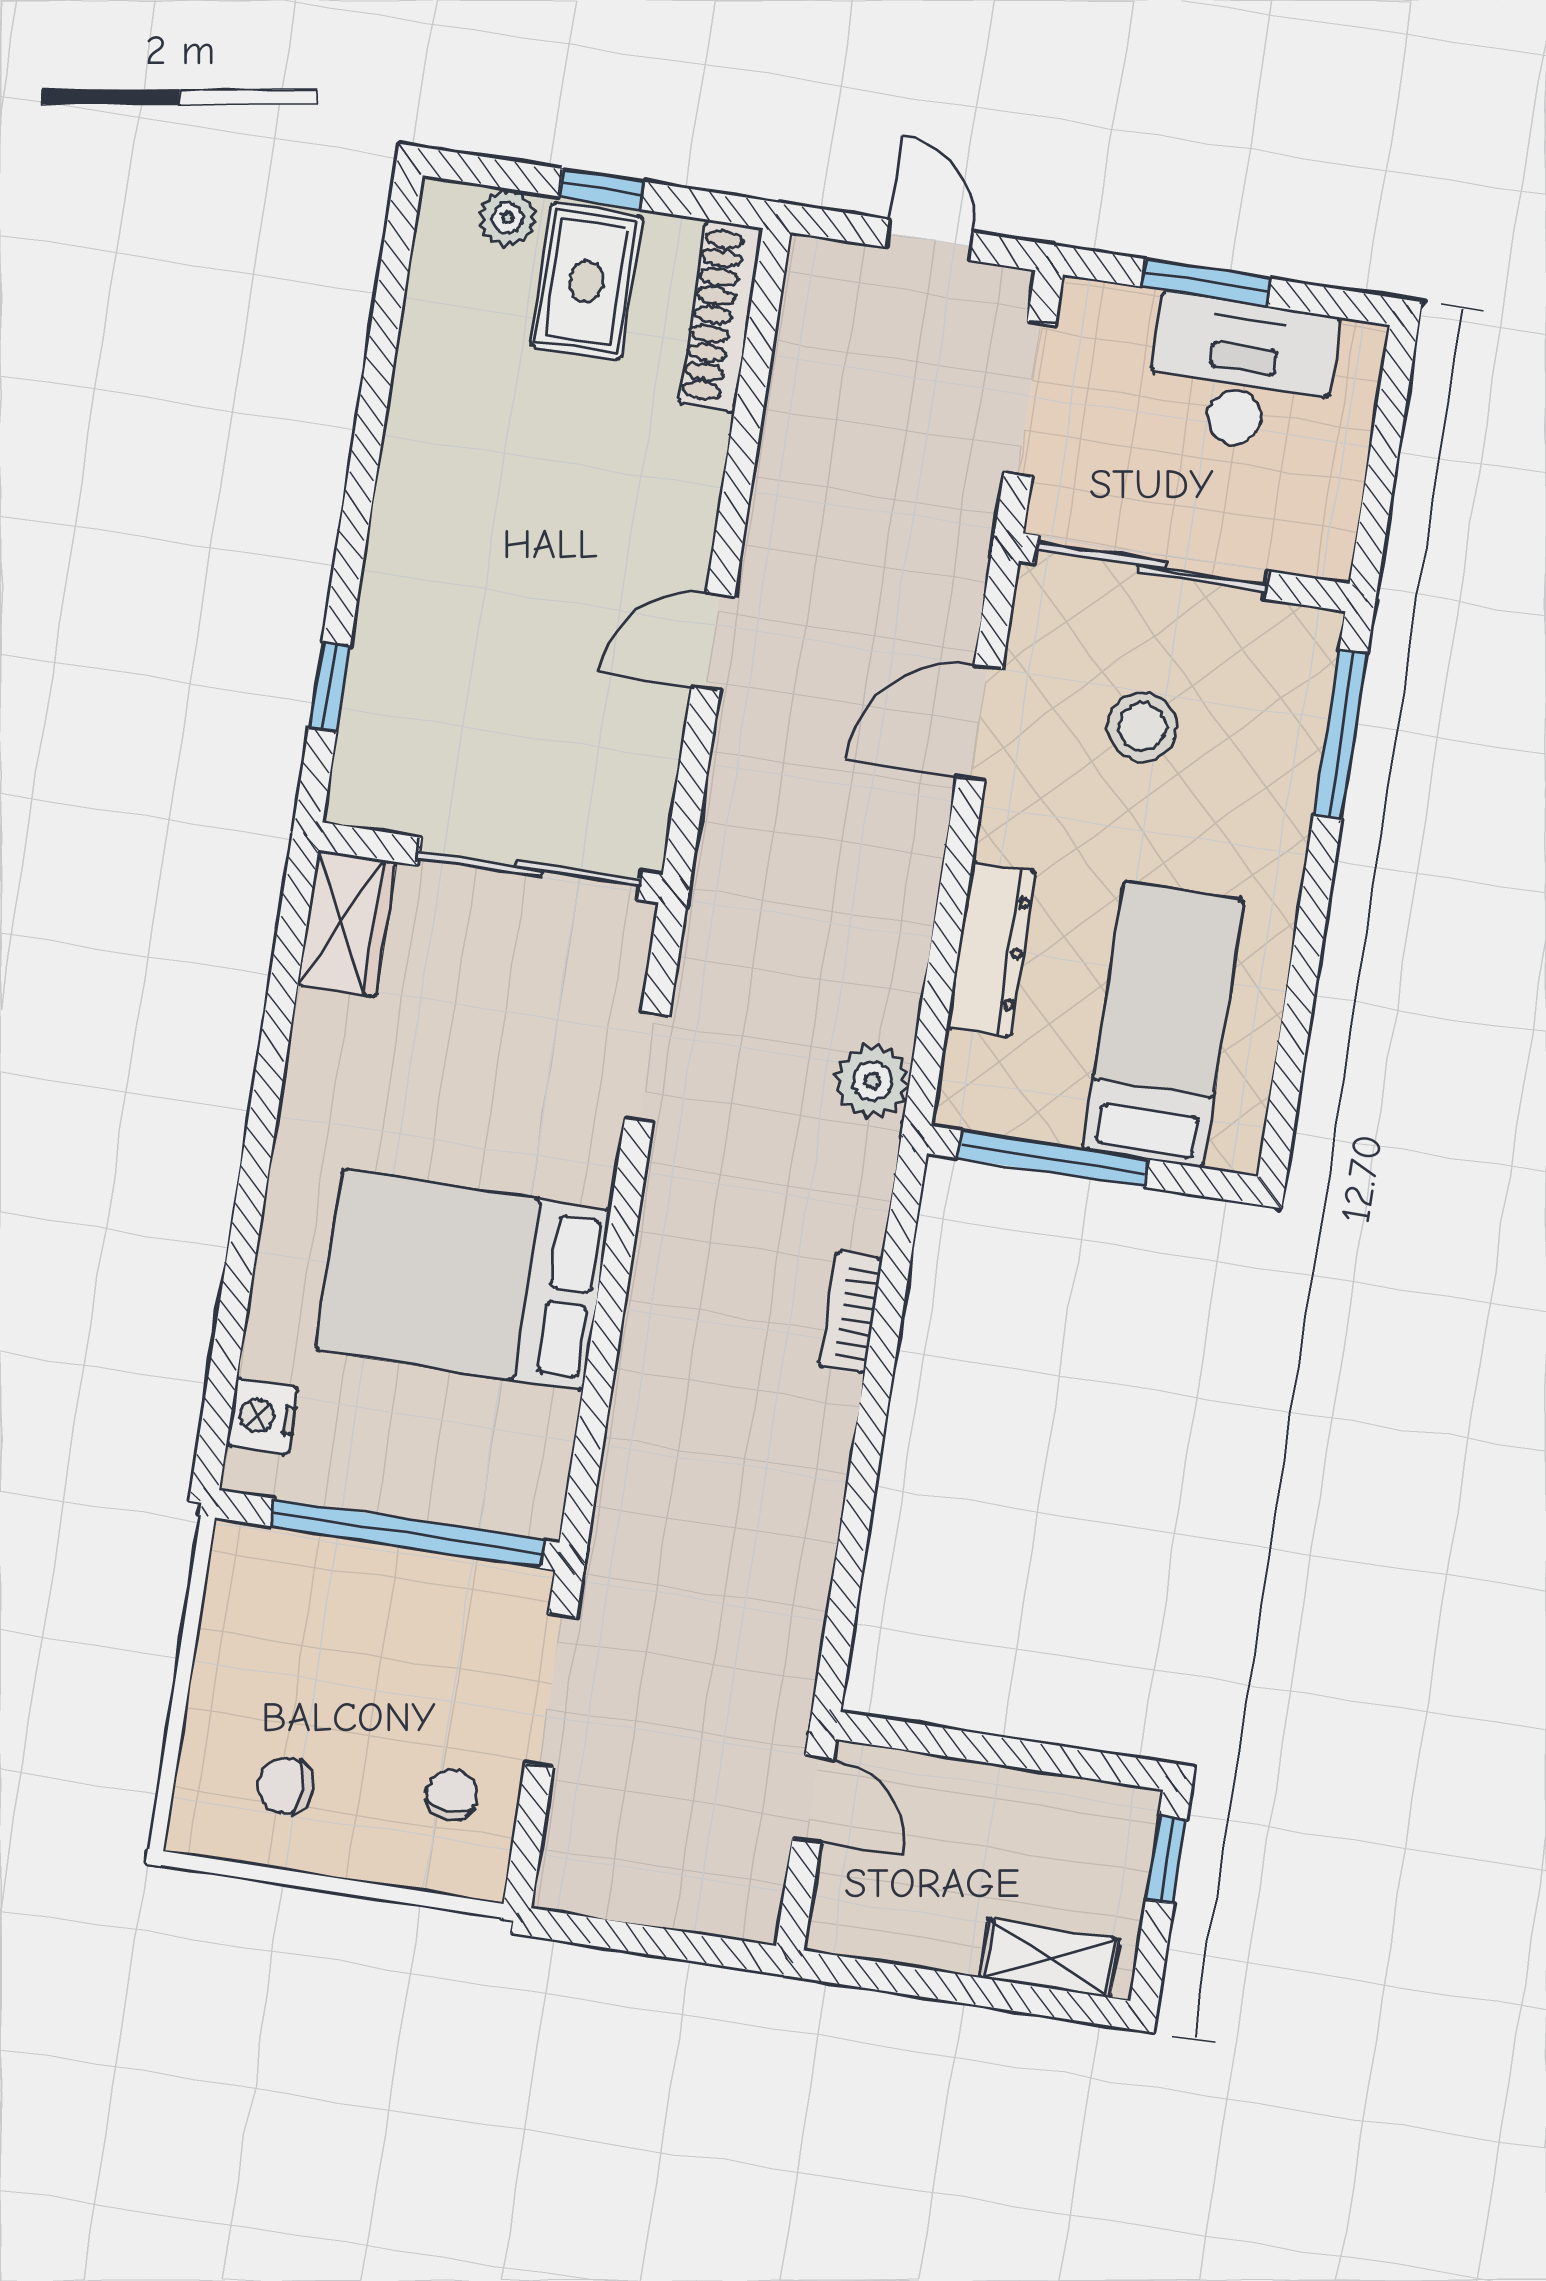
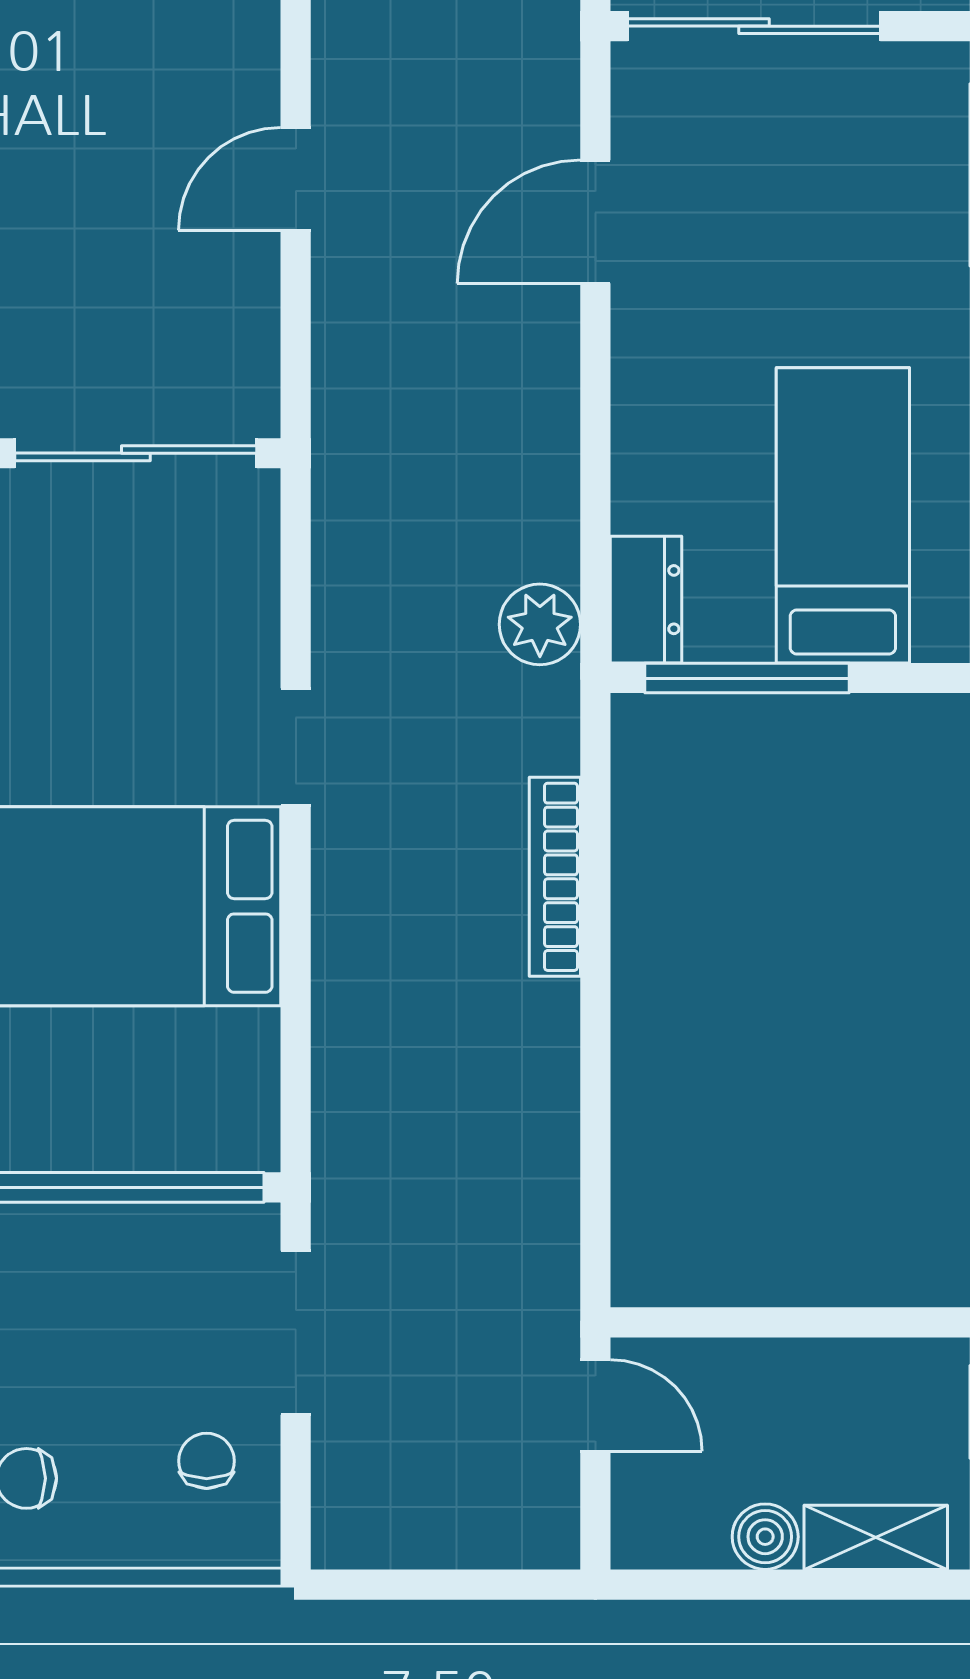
stool: (1142, 727) -> (771, 199), removed
dresser: (992, 950) -> (646, 600), moved, width x0.70
doorway: (647, 1066) -> (296, 747), moved
bookcase: (851, 1313) -> (555, 877), width x1.56
boiler: (949, 1942) -> (765, 1537), added

